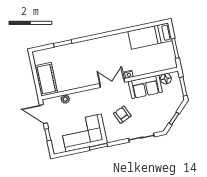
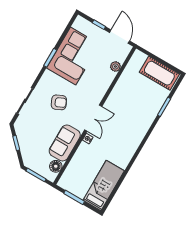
cot: (46, 79) -> (159, 73), moved
door: (43, 114) -> (120, 37), hinge flipped

